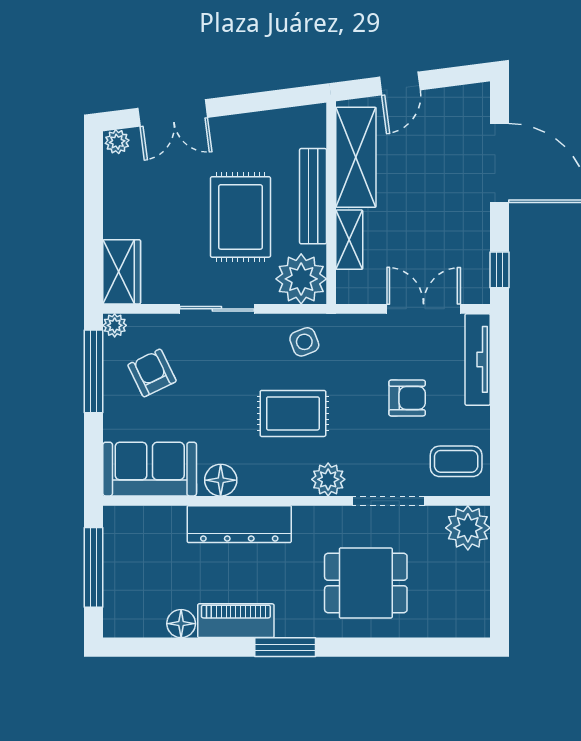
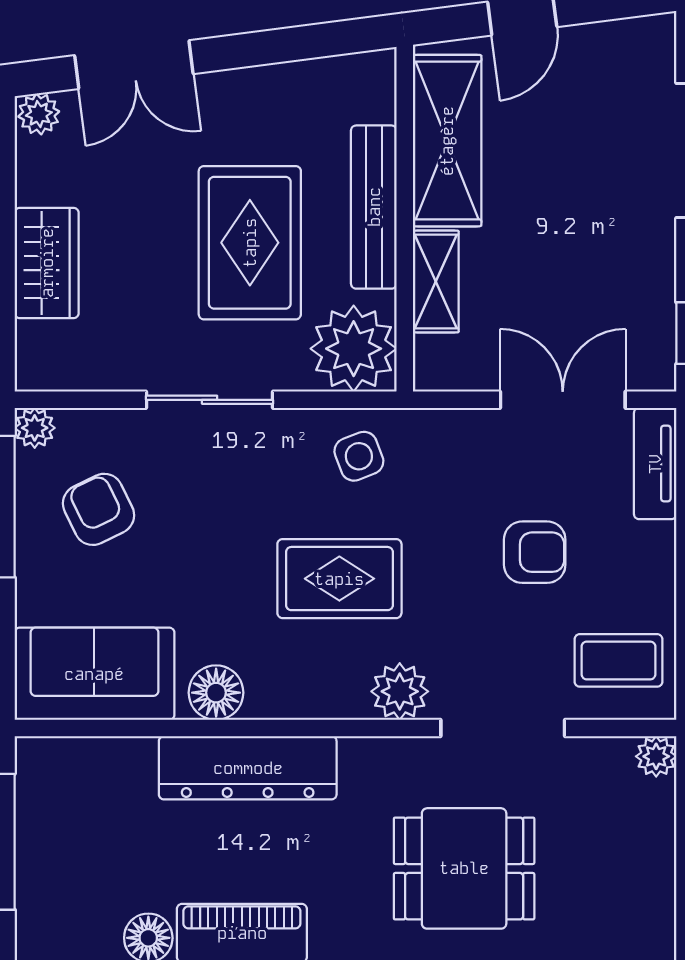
wardrobe: (122, 272) -> (47, 263), moved
tv unit: (478, 359) -> (655, 464), width x0.71
plant: (468, 528) -> (656, 756), width x0.53, depth x0.53

